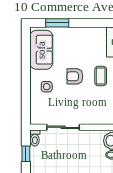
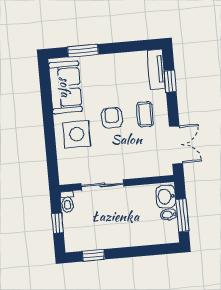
armchair: (75, 76) -> (112, 118), turned 90
side table: (47, 87) -> (77, 134), width x1.87, depth x1.87

